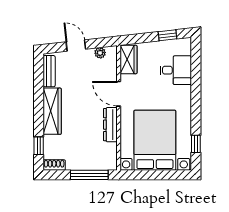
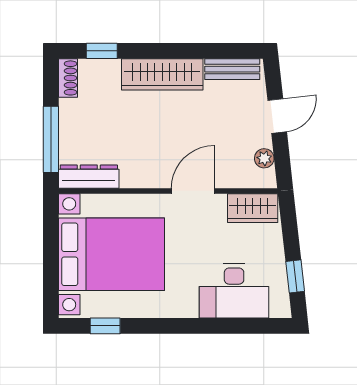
desk: (176, 70) -> (234, 291), width x1.37
dresser: (110, 125) -> (89, 177), moved

